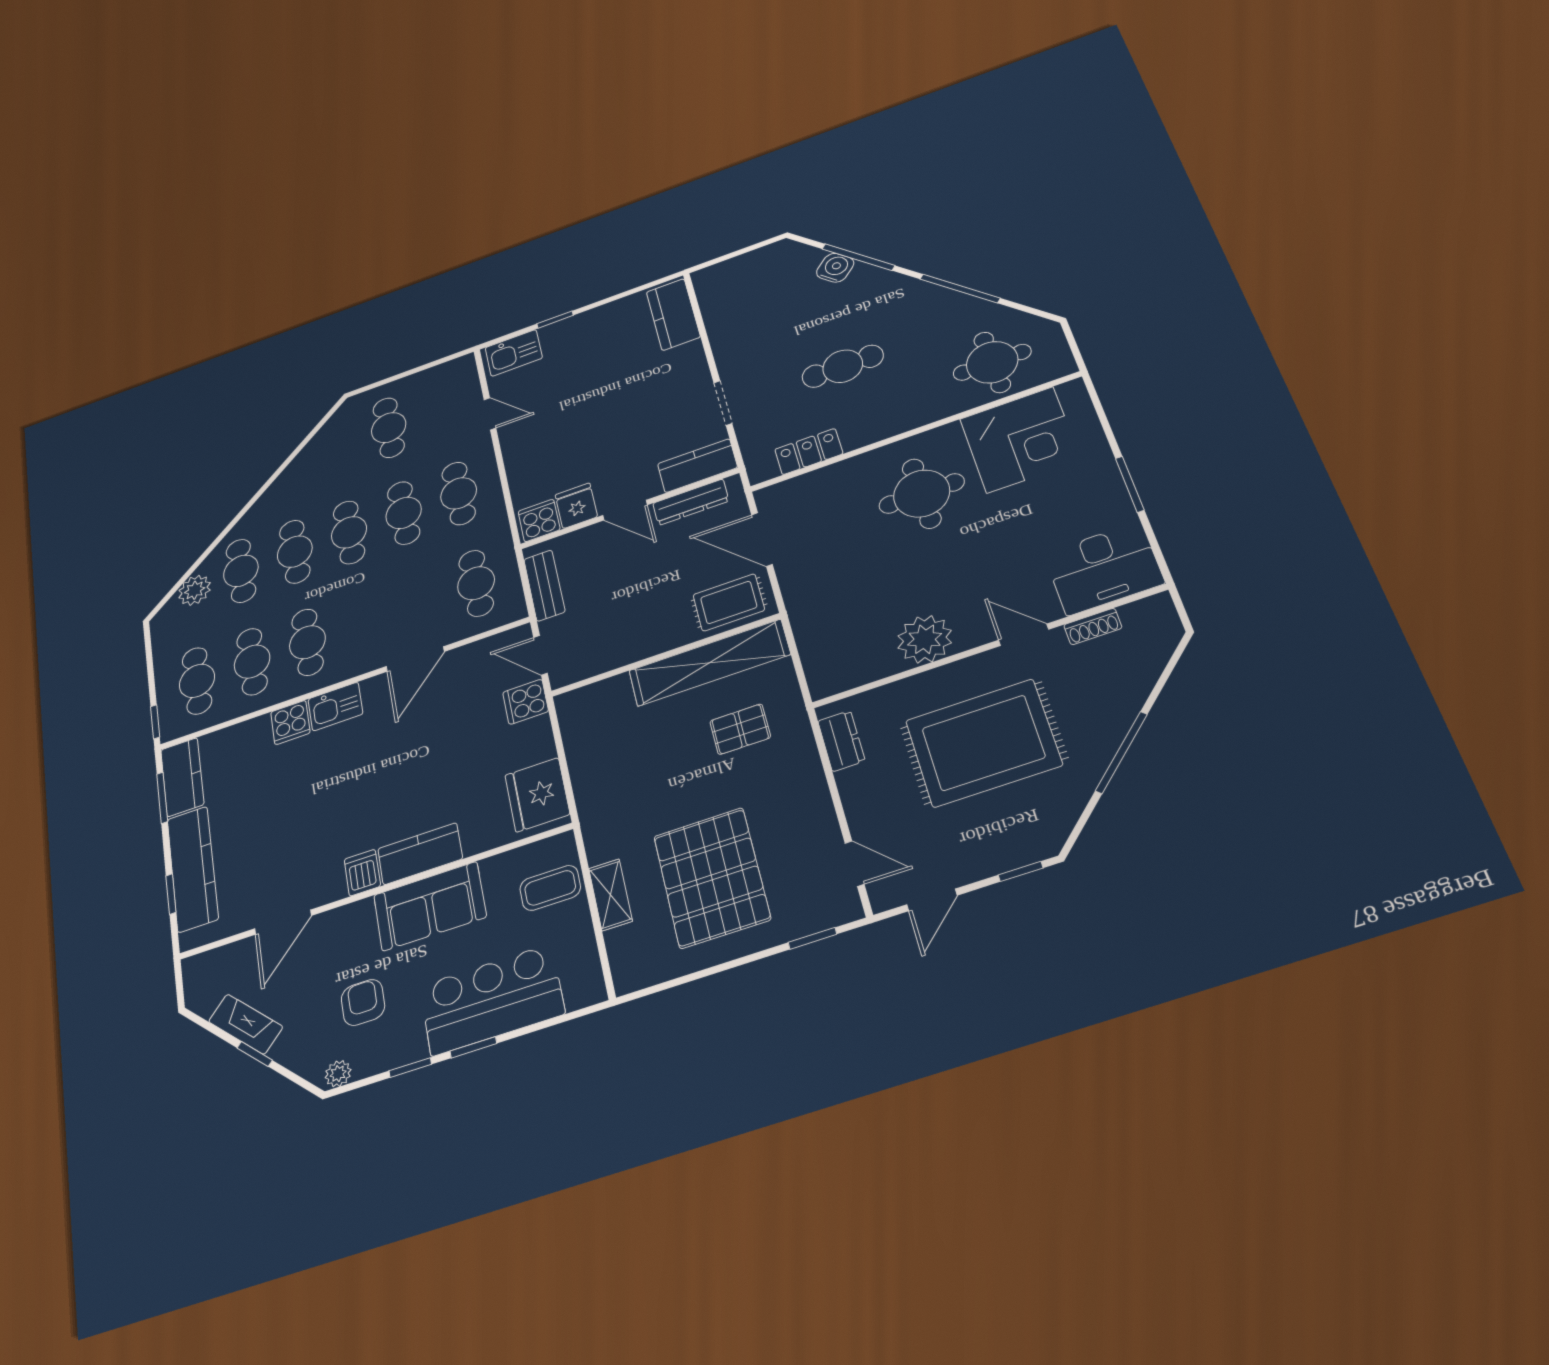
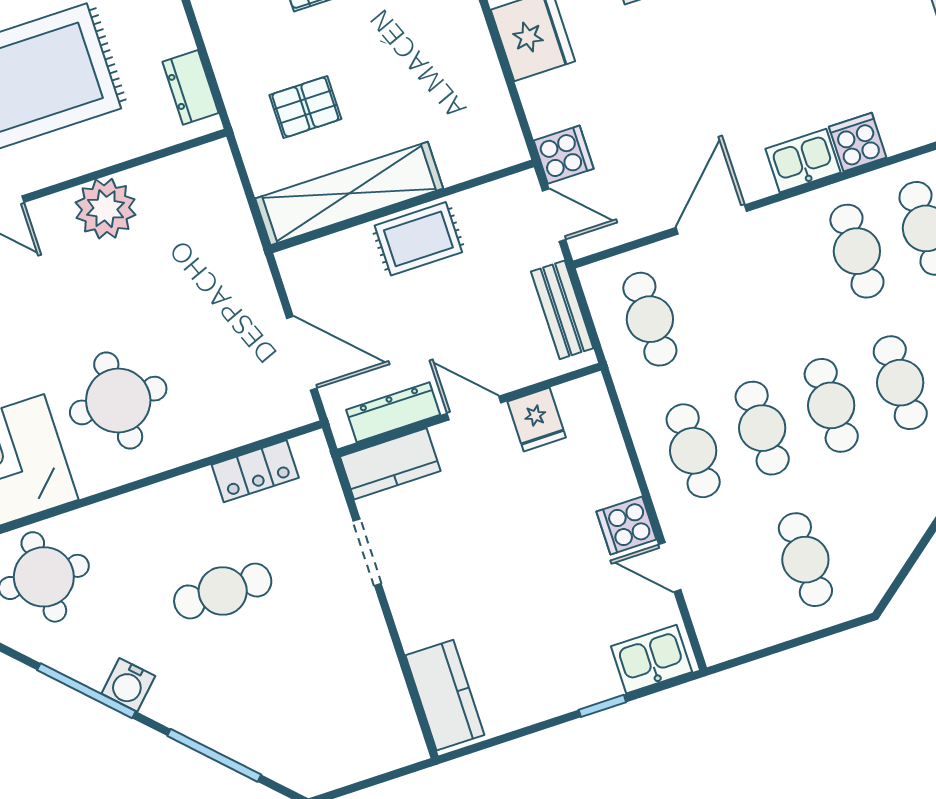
water cooler: (835, 268) -> (128, 685), moved
cooker: (539, 520) -> (626, 526), moved, turned 90
rug: (729, 602) -> (418, 239), moved

